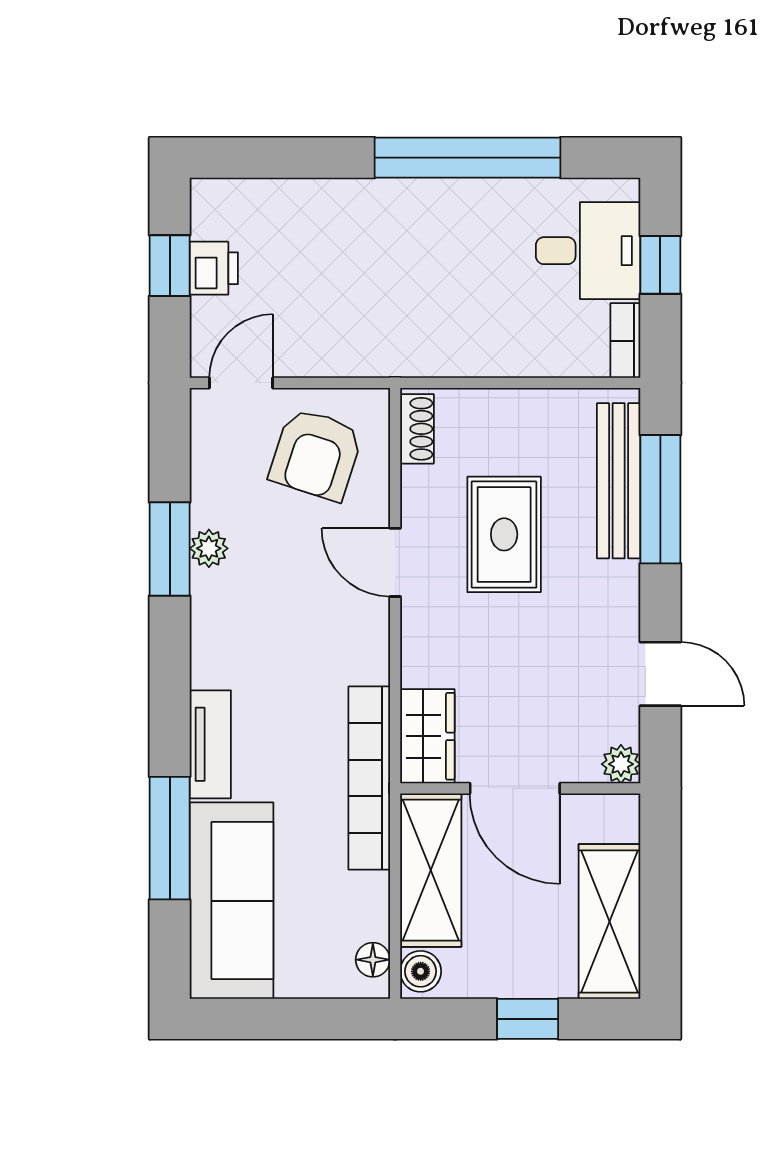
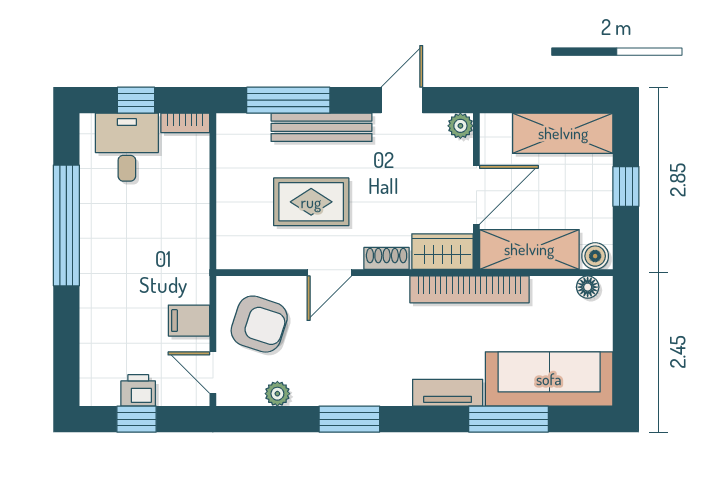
filing cabinet: (321, 346) -> (189, 321), added
shoe rack: (417, 429) -> (387, 258), moved
bench: (619, 481) -> (321, 127), moved
plant: (209, 548) -> (277, 394), moved
window: (170, 549) -> (349, 419), moved

